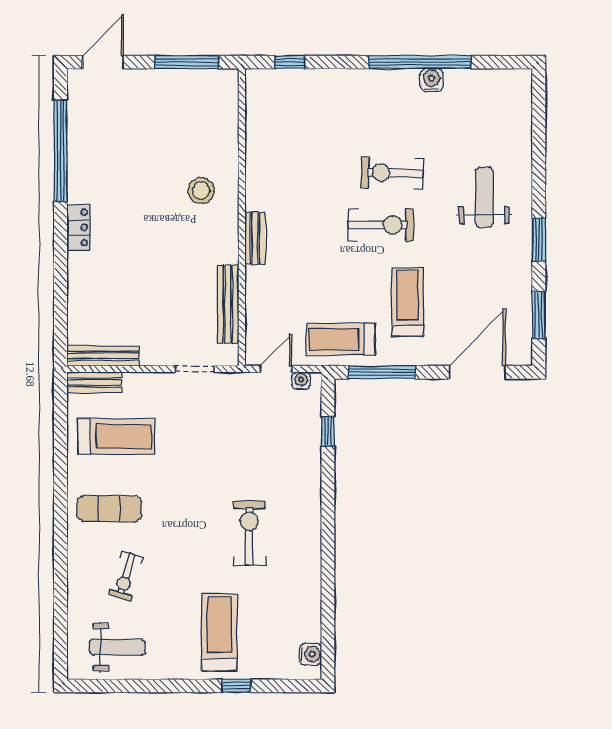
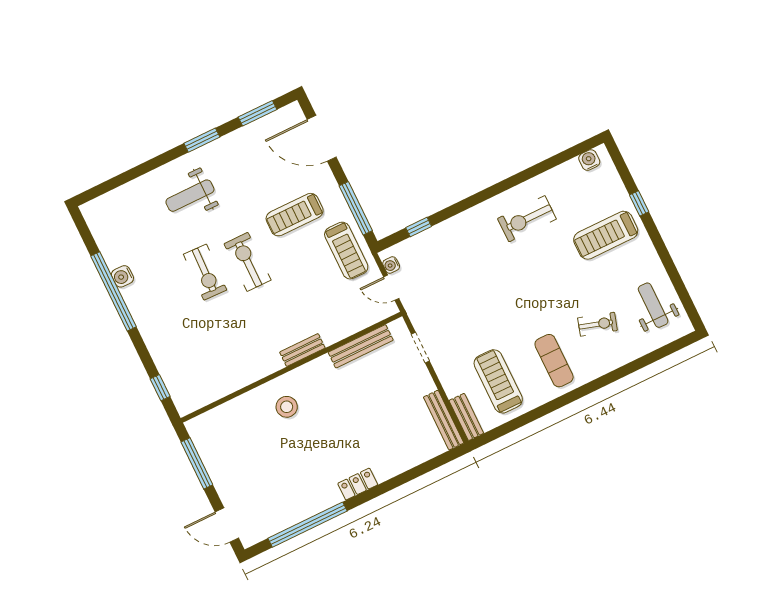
exercise bike: (249, 533) -> (527, 219), moved

